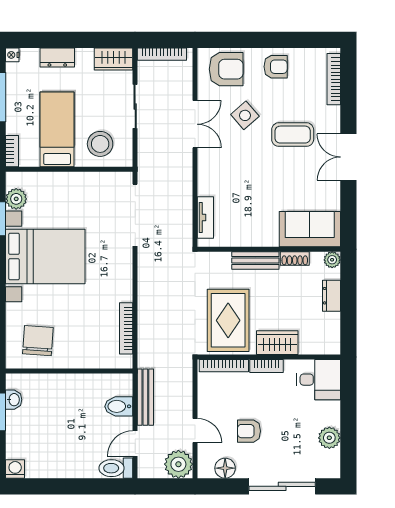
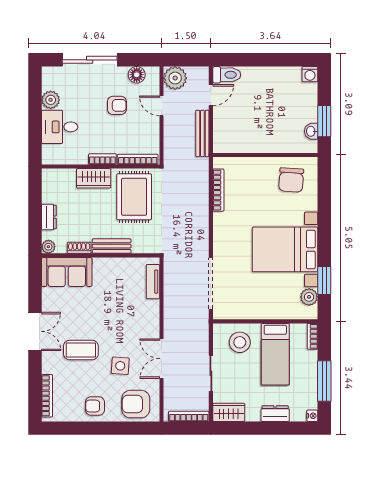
side table: (245, 115) -> (120, 366), turned 45
desk: (318, 380) -> (60, 127), moved
bidet: (119, 406) -> (224, 126), removed

